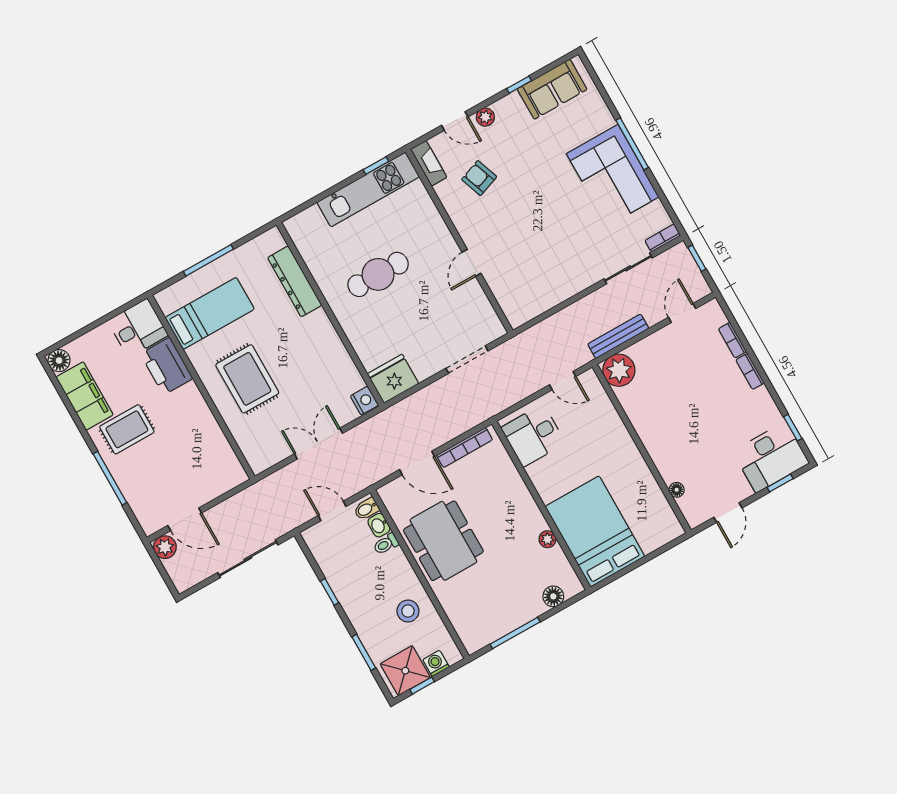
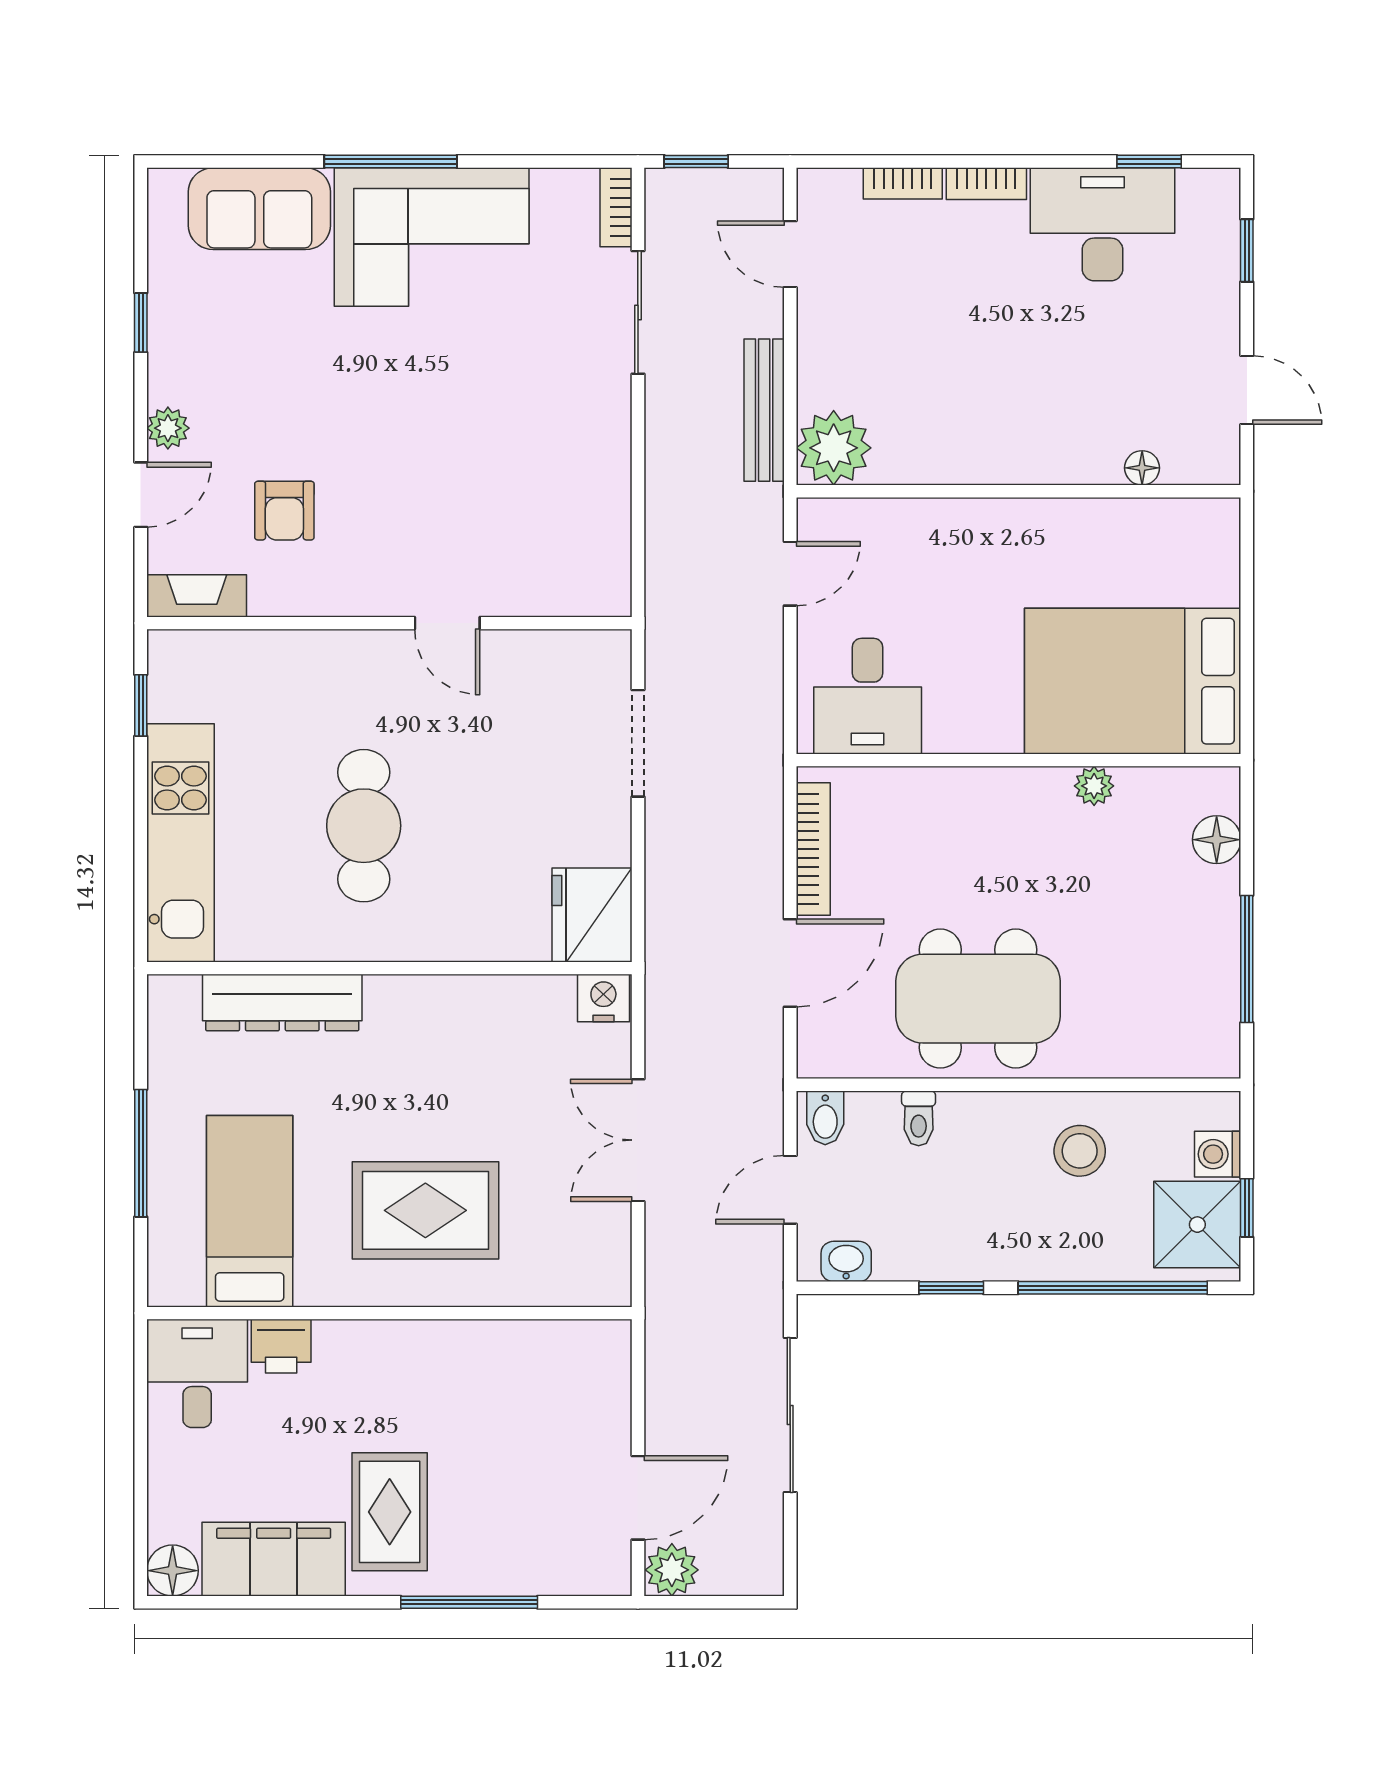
sofa: (552, 89) -> (259, 209), moved, turned 90
armchair: (479, 178) -> (284, 511), turned -70
kitchen unit: (368, 190) -> (180, 843), moved
printer: (167, 366) -> (281, 1346), width x0.53, depth x0.68
desk: (771, 457) -> (1103, 224), moved, turned -90
washbasin: (379, 525) -> (846, 1261), moved, turned 180
window: (364, 652) -> (1113, 1288), width x2.11

